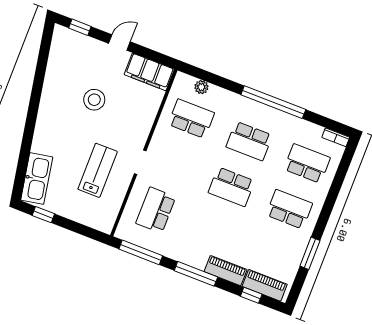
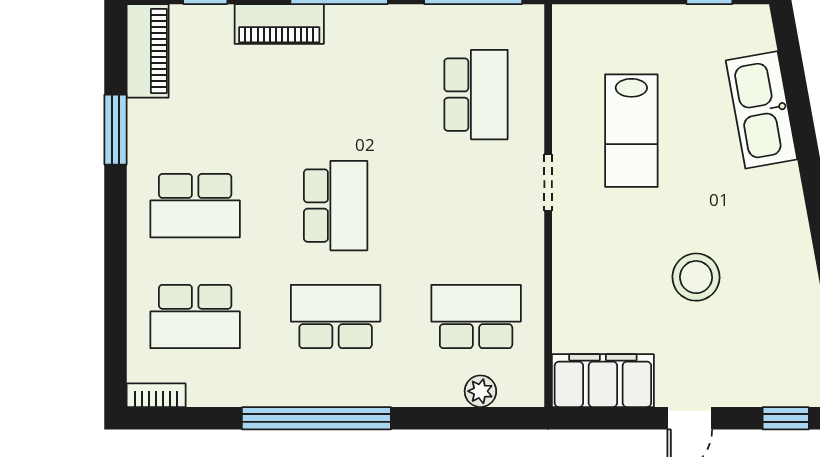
school desk: (191, 119) -> (476, 316), turned 180
kitchen sink: (37, 179) -> (761, 110), moved
school desk: (231, 187) -> (336, 206), turned 90
piano: (265, 285) -> (148, 51), moved, turned -90

